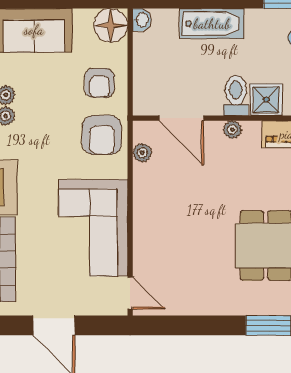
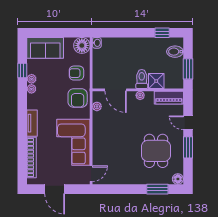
bathtub: (212, 24) -> (130, 45), removed
armchair: (99, 83) -> (76, 73), turned 90
door: (130, 293) -> (91, 174), hinge flipped

